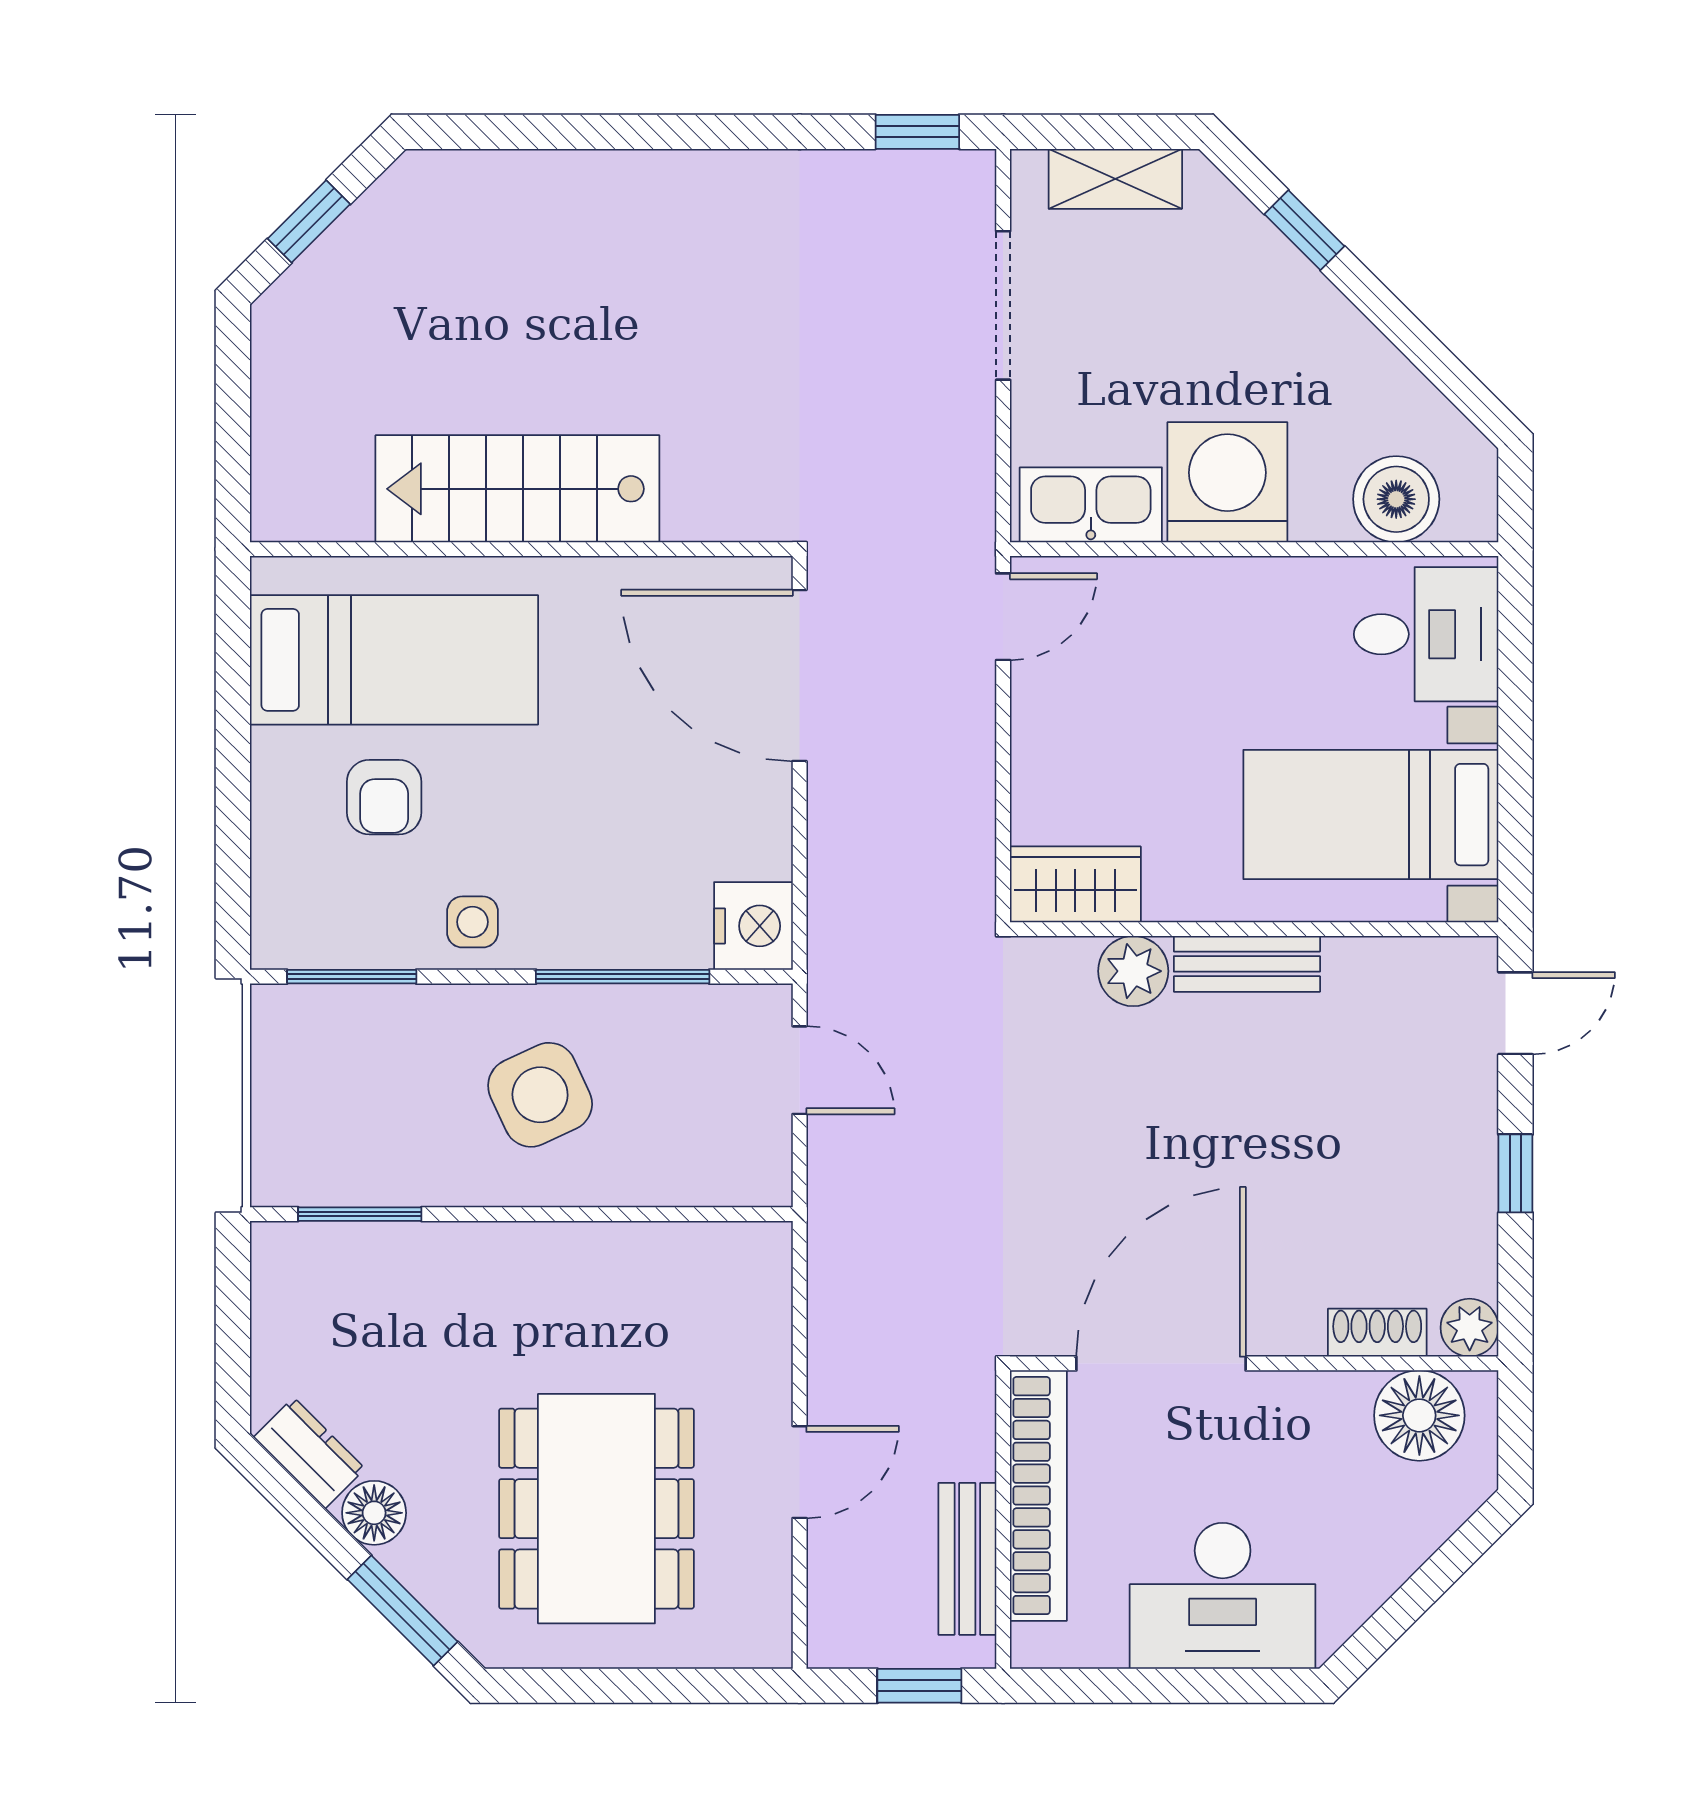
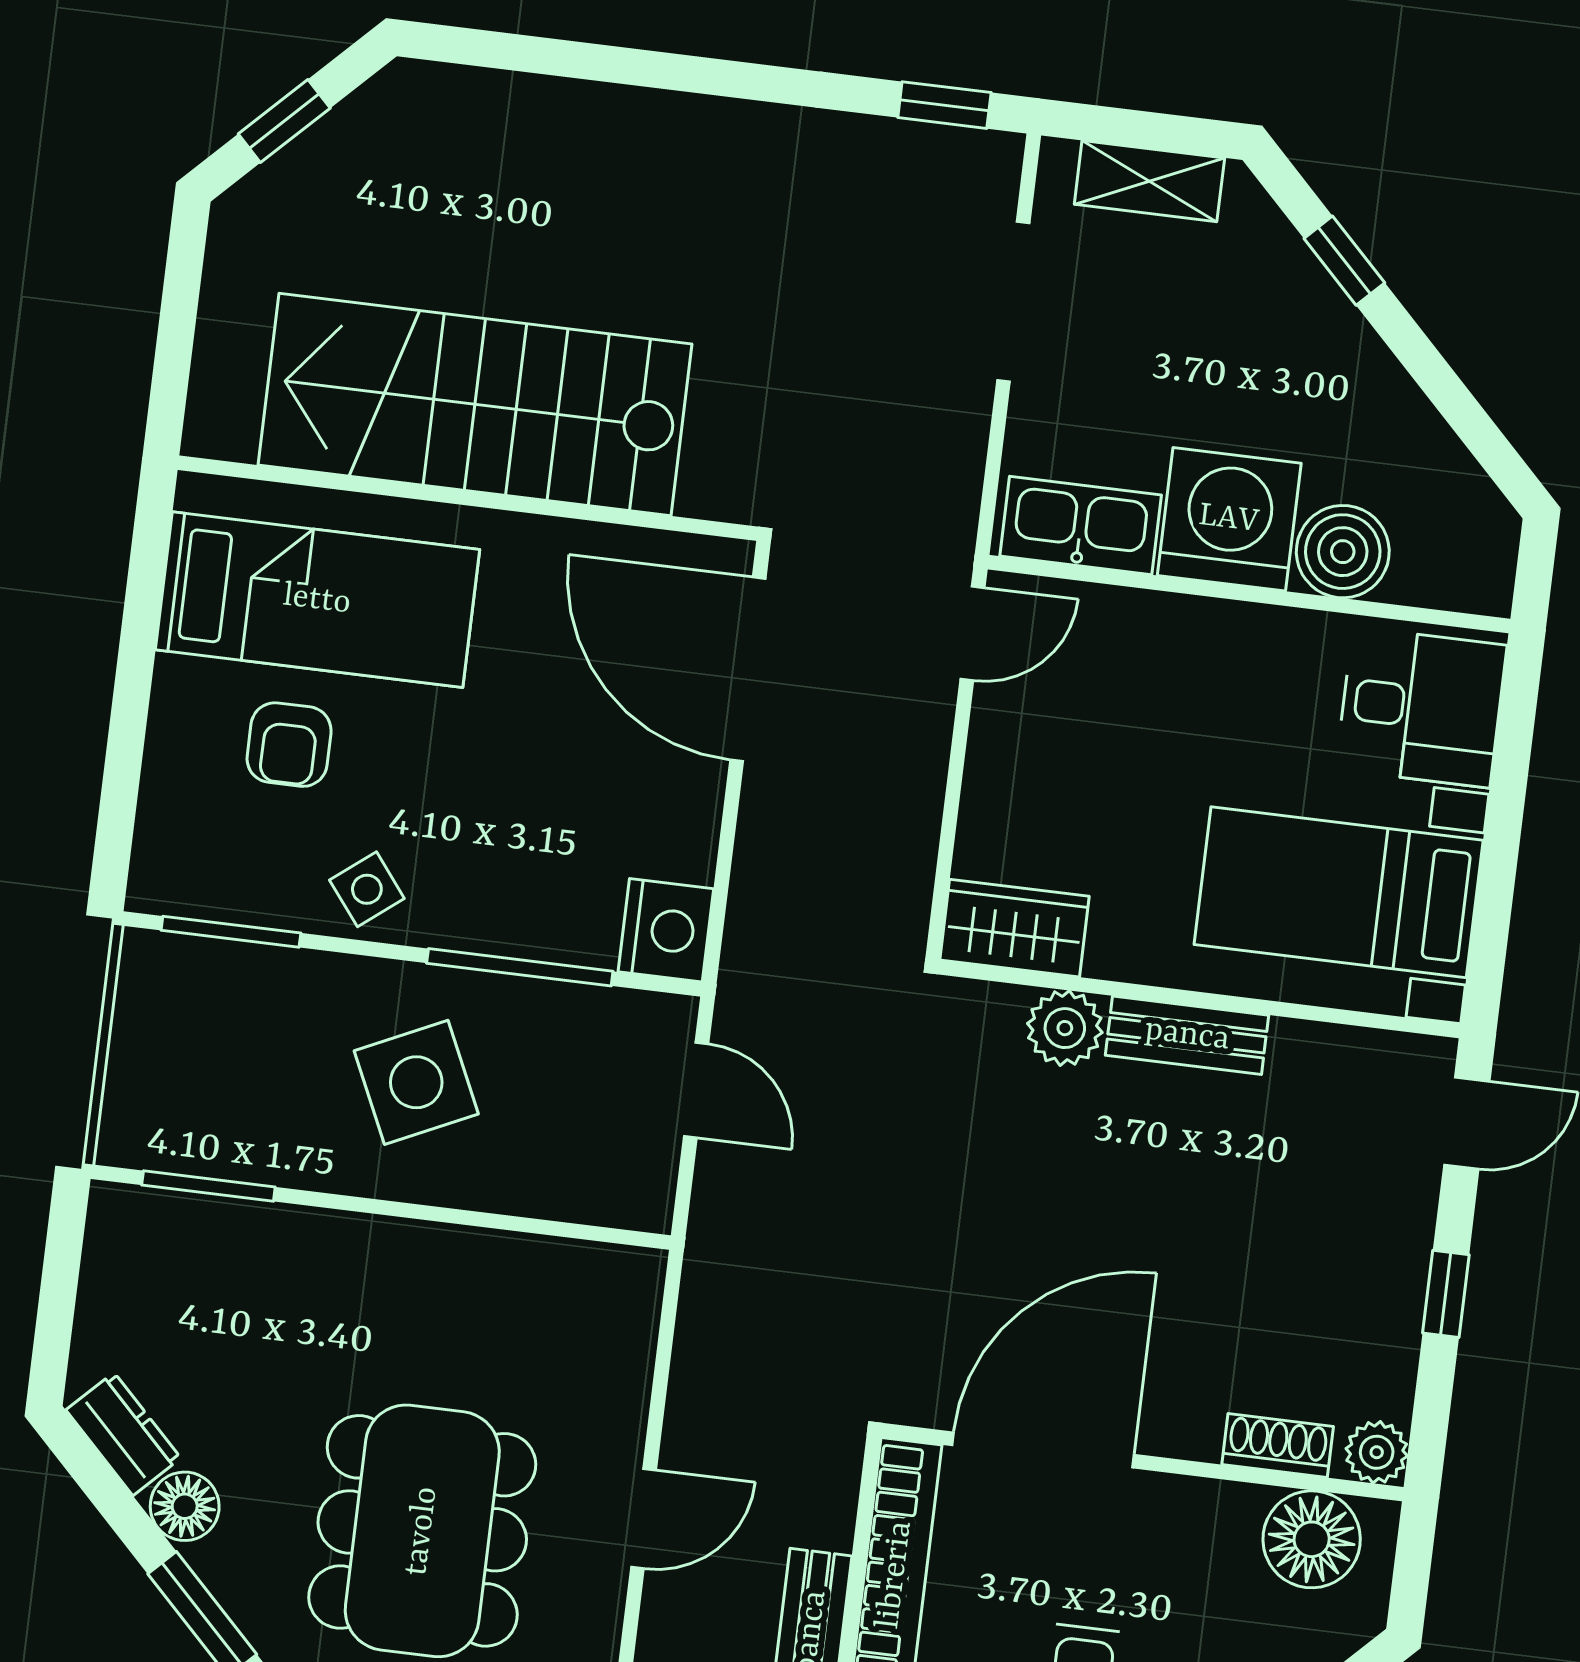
stairs: (517, 489) -> (475, 404), width x1.36, depth x1.51
boiler: (1396, 499) -> (1343, 552), moved
side table: (472, 922) -> (367, 889), turned -38

